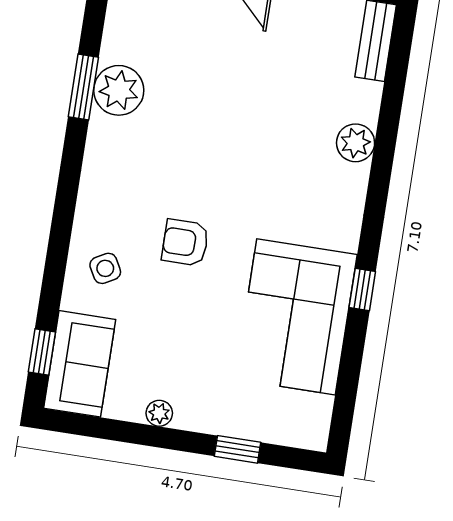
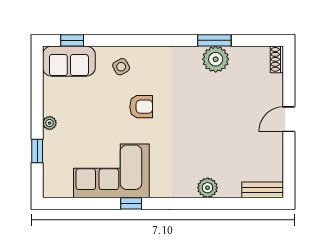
armchair: (185, 243) -> (141, 107), turned 90
plant: (159, 413) -> (50, 123), moved

